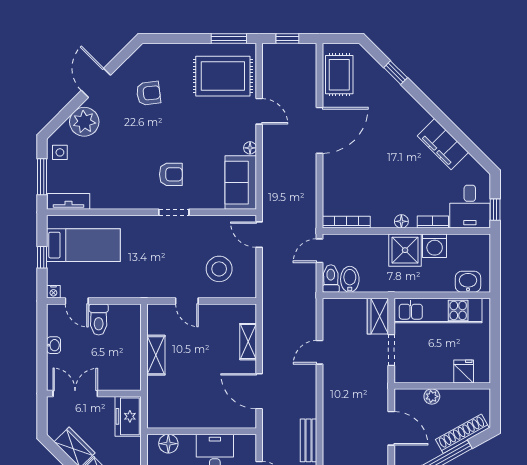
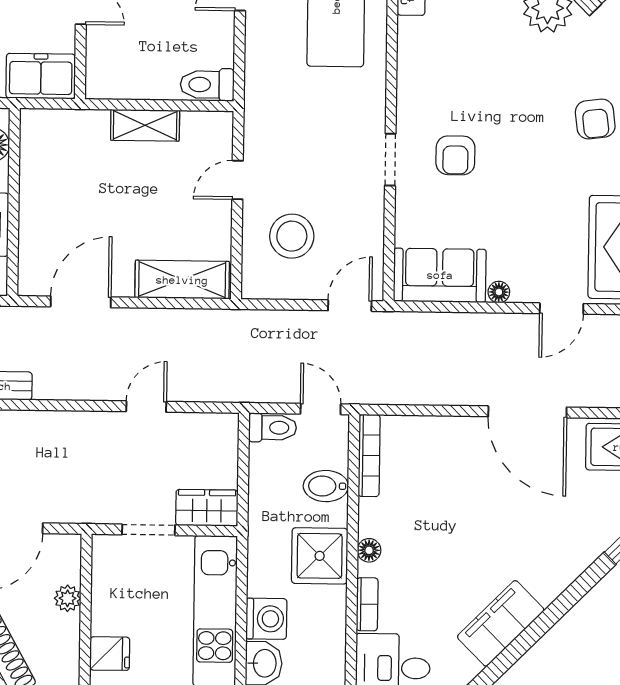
washing machine: (435, 246) -> (266, 619), moved, turned 180
bidet: (350, 279) -> (326, 486), moved, turned 180
toilet: (99, 319) -> (207, 85), moved
shelving: (248, 342) -> (182, 280), width x1.50, depth x1.33
door: (320, 352) -> (146, 407), hinge flipped

